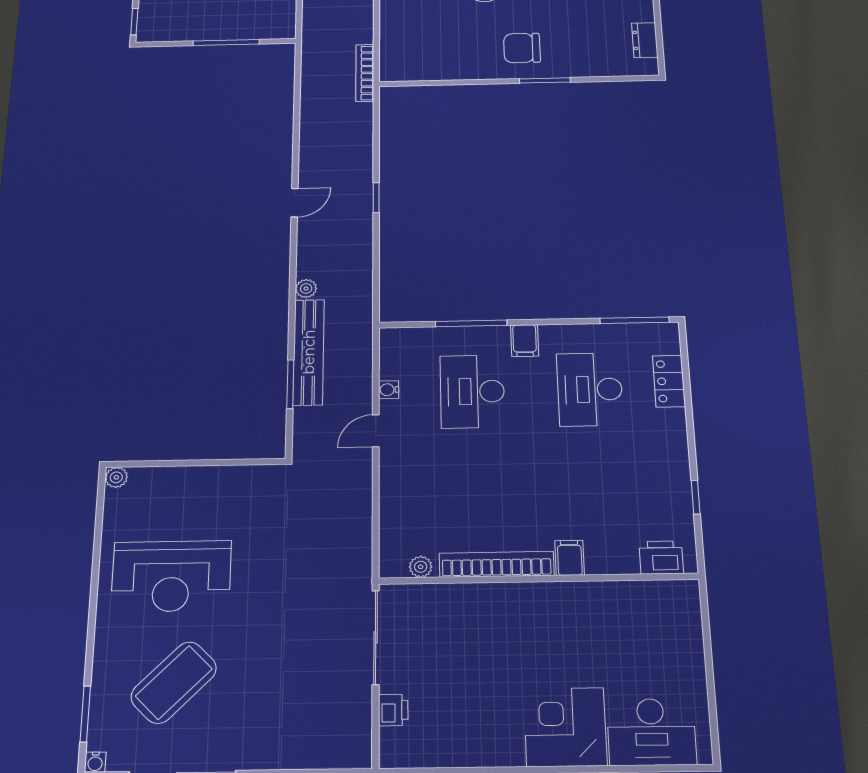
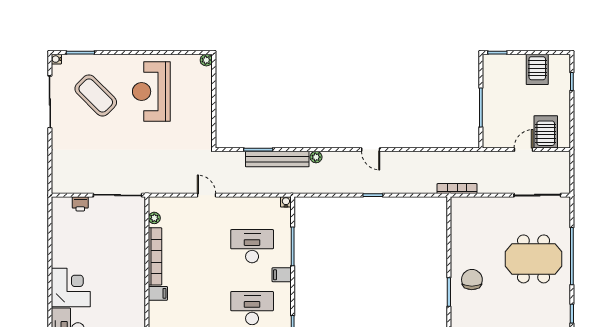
water cooler: (389, 390) -> (286, 202), moved
door: (376, 431) -> (207, 195), moved

